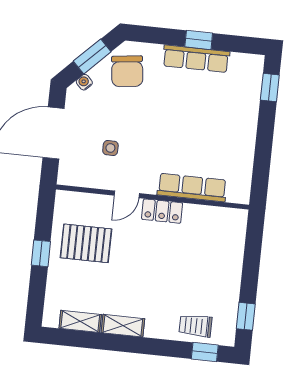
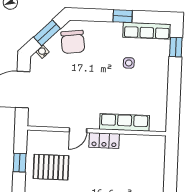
row of seats: (196, 59) -> (147, 31), moved
side table: (110, 148) -> (129, 63), moved
window: (41, 253) -> (20, 163), moved

